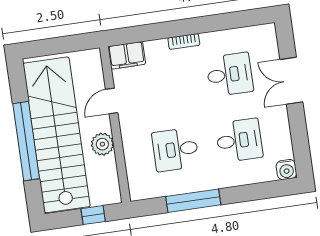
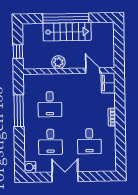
double door: (291, 81) -> (65, 177), moved
door: (112, 101) -> (93, 71), moved
stairs: (57, 135) -> (67, 32), width x0.54, depth x0.66
desk: (175, 150) -> (50, 104), turned 180

